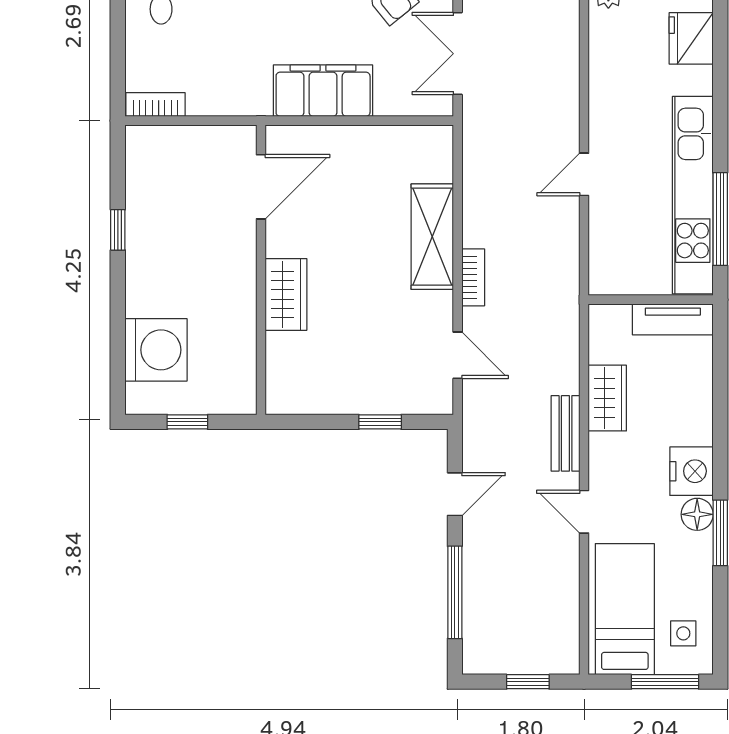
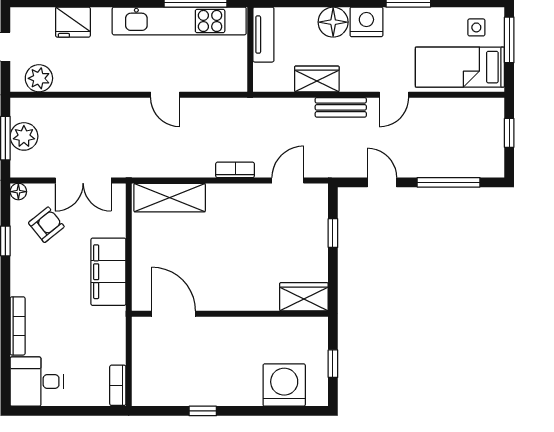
shelving: (432, 237) -> (170, 198), moved
wardrobe: (286, 294) -> (304, 297), moved
floor lamp: (697, 514) -> (333, 22), moved, width x1.38, depth x1.38

